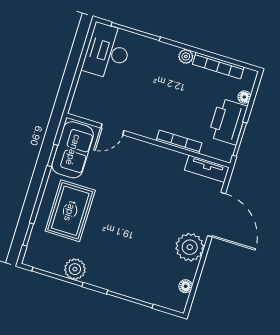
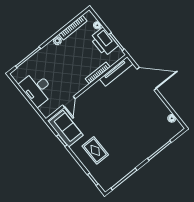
desk: (107, 52) -> (37, 89), moved
tv unit: (207, 169) -> (116, 71), width x1.41
rug: (70, 211) -> (95, 150), width x0.73, depth x0.70
plant: (190, 247) -> (154, 103), removed
plant: (75, 269) -> (126, 168), removed

